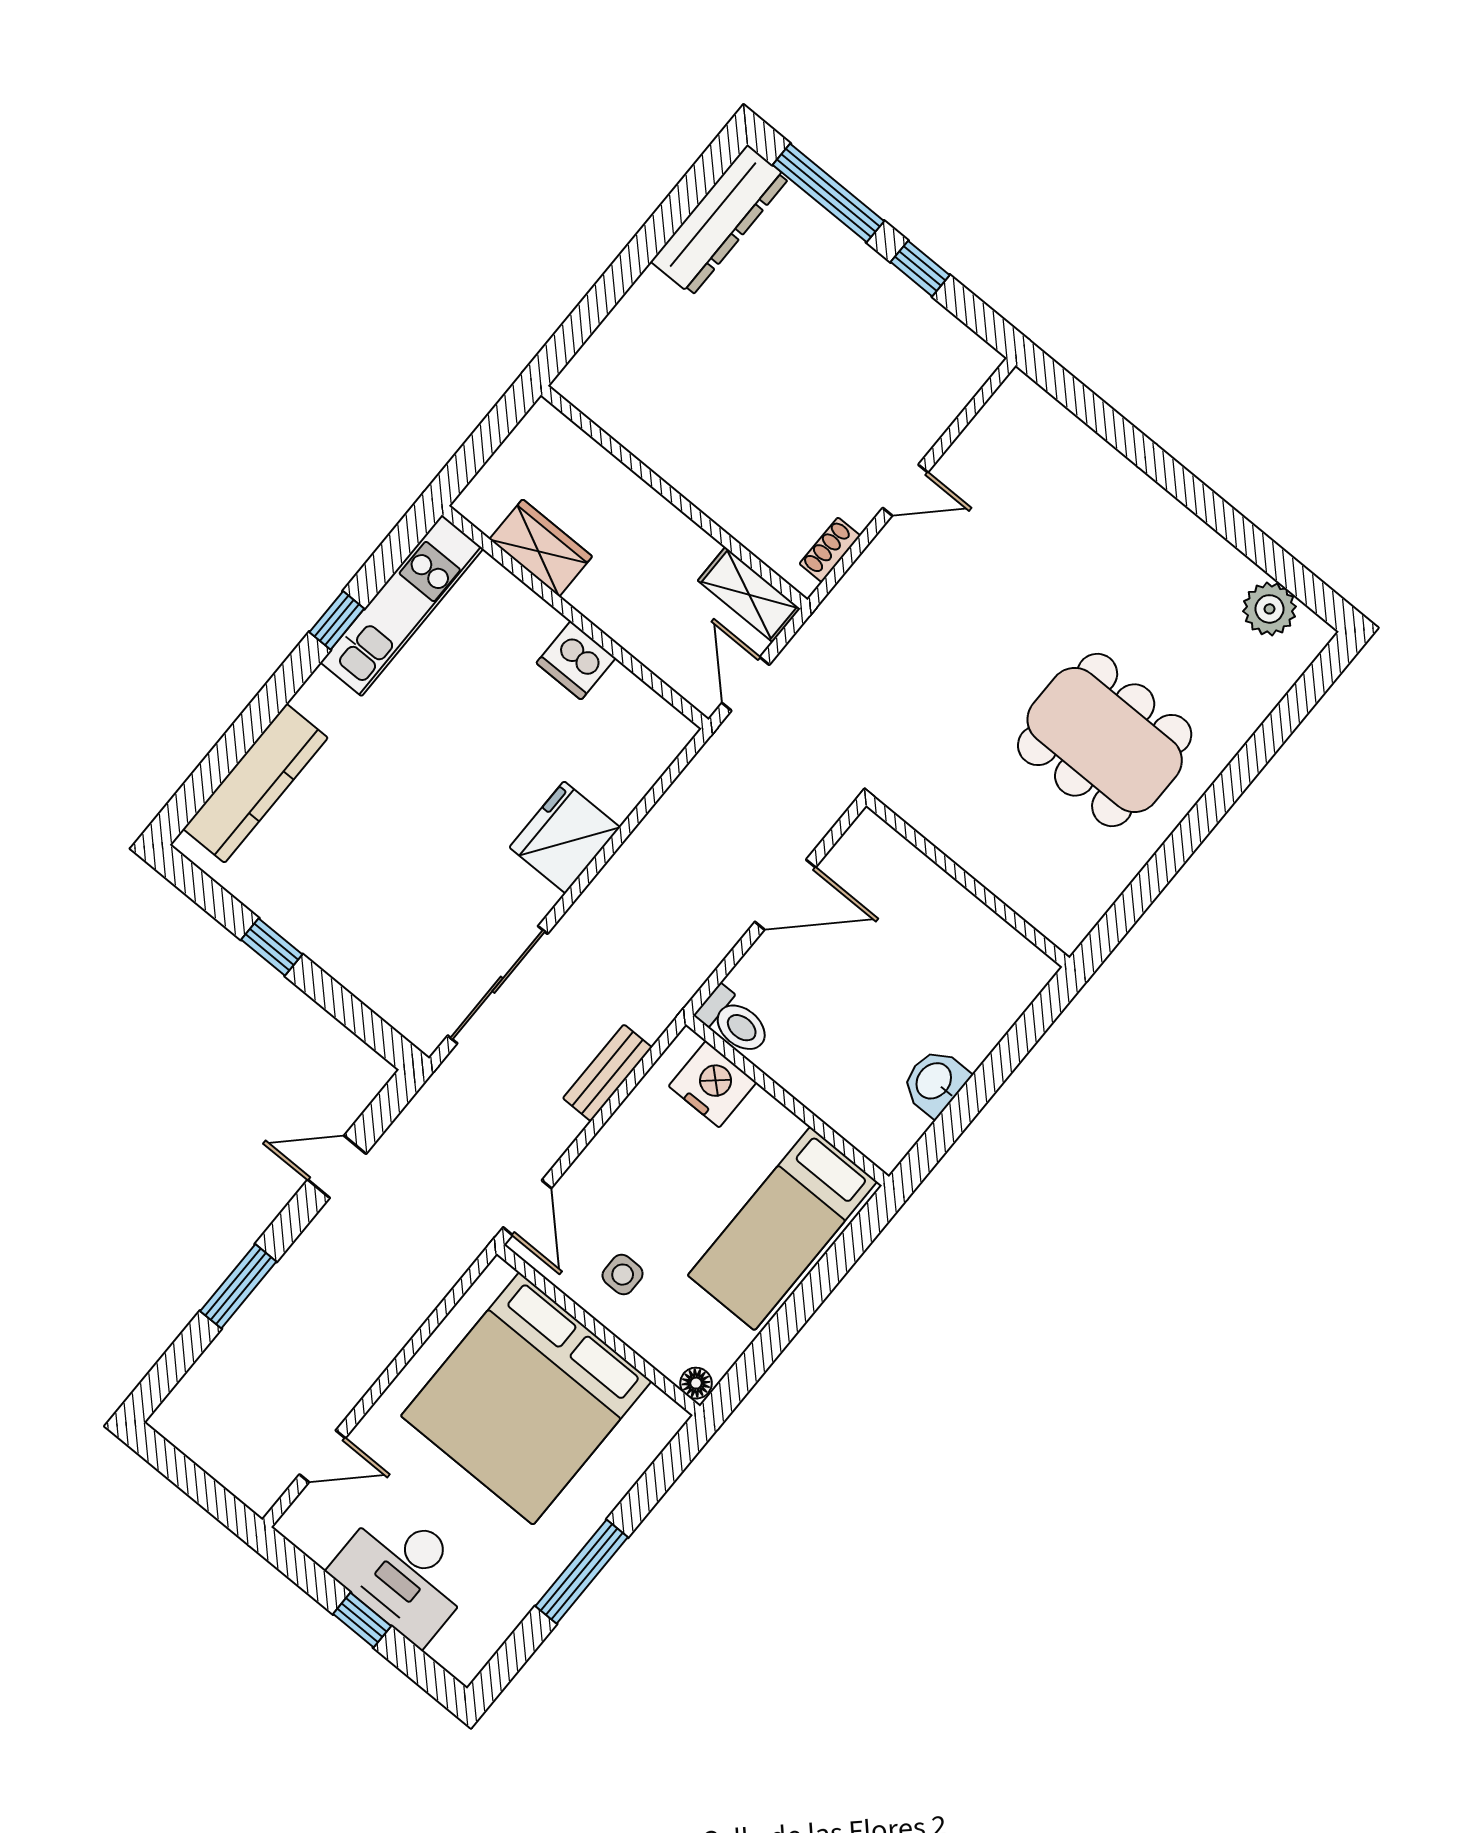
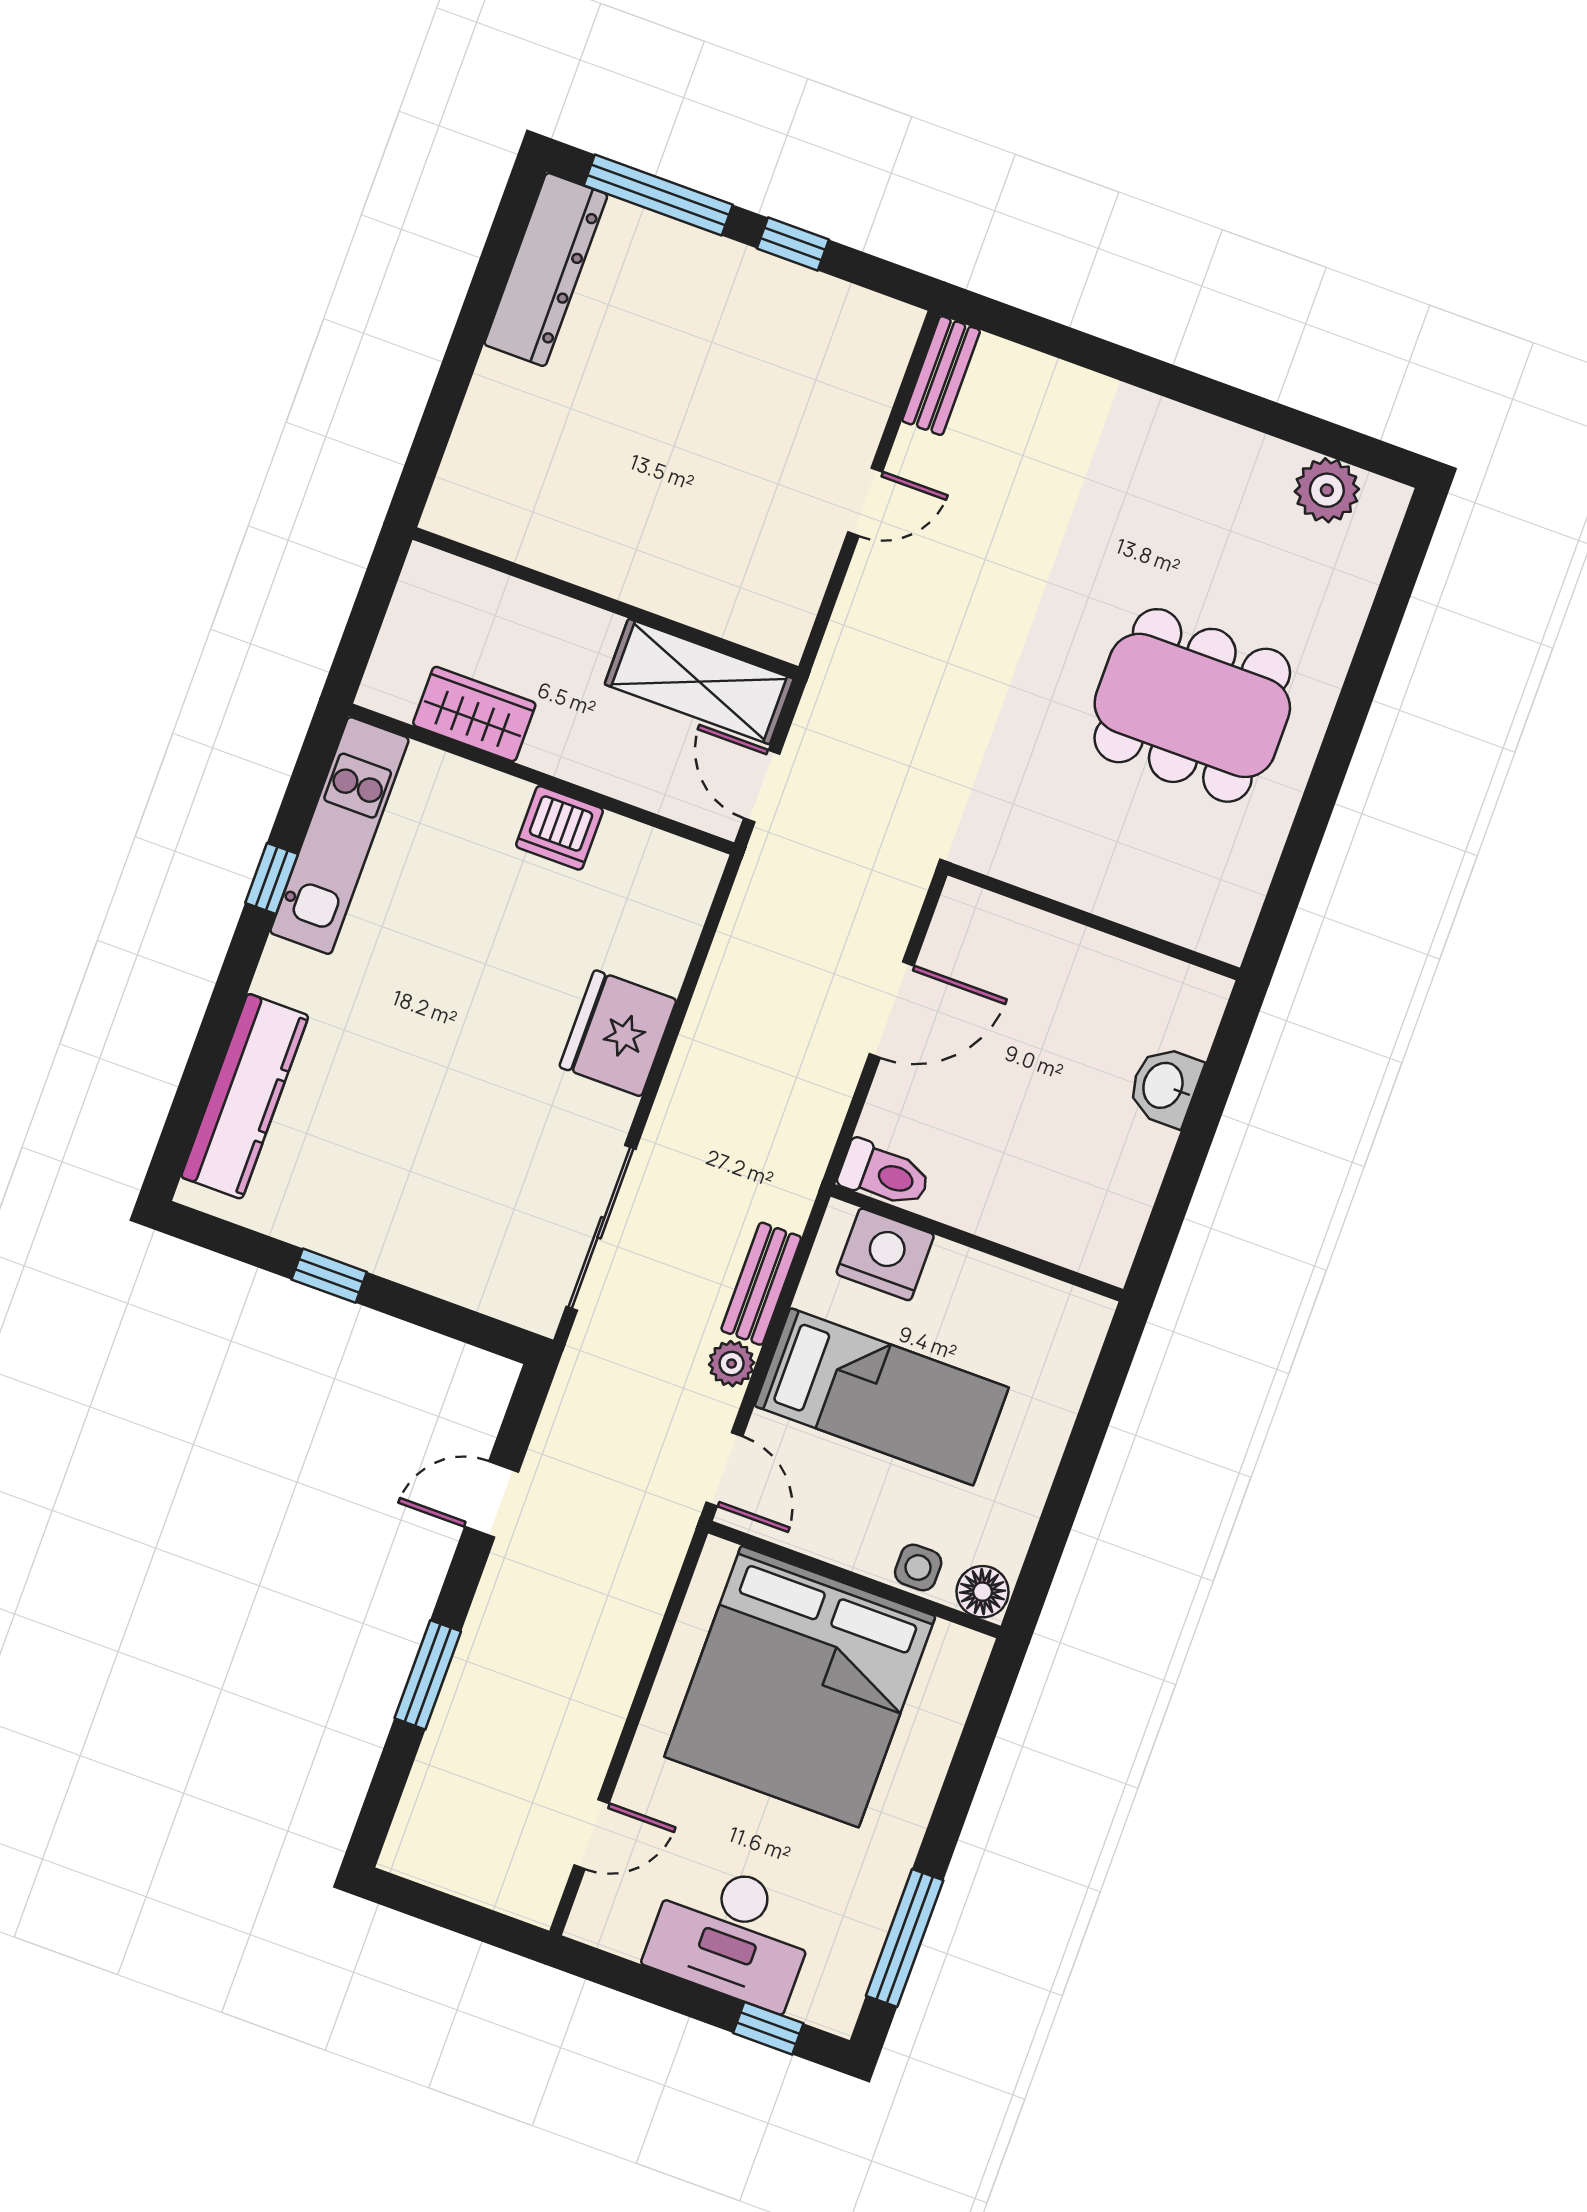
bench: (1000, 412) -> (941, 376), added
shoe rack: (830, 550) -> (804, 600), removed
shelving: (749, 595) -> (699, 682), width x1.50, depth x1.33
washbasin: (935, 1082) -> (1165, 1086), moved
plant: (562, 1127) -> (732, 1364), added
bed: (782, 1229) -> (882, 1397), moved, turned -90
side table: (623, 1275) -> (918, 1568), moved
floor lamp: (696, 1383) -> (983, 1592), width x1.37, depth x1.37
window: (582, 1572) -> (905, 1938), moved
window: (362, 1620) -> (768, 2028), moved

